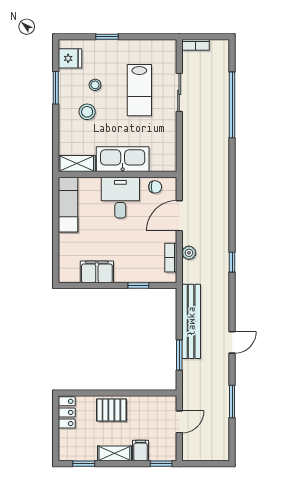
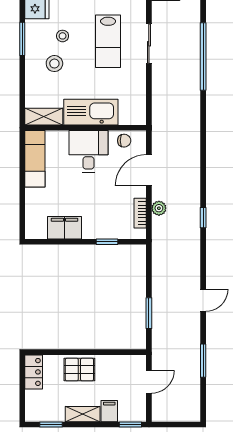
bench: (191, 321) -> (161, 279), removed

